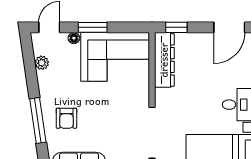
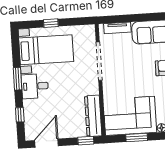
window: (93, 27) -> (137, 137), moved

